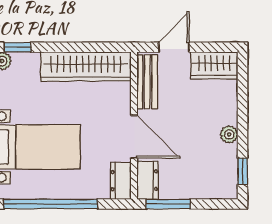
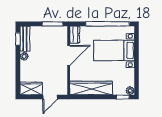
bench: (147, 82) -> (25, 39), moved
door: (134, 137) -> (69, 55), swing flipped
dresser: (148, 180) -> (62, 35), removed

